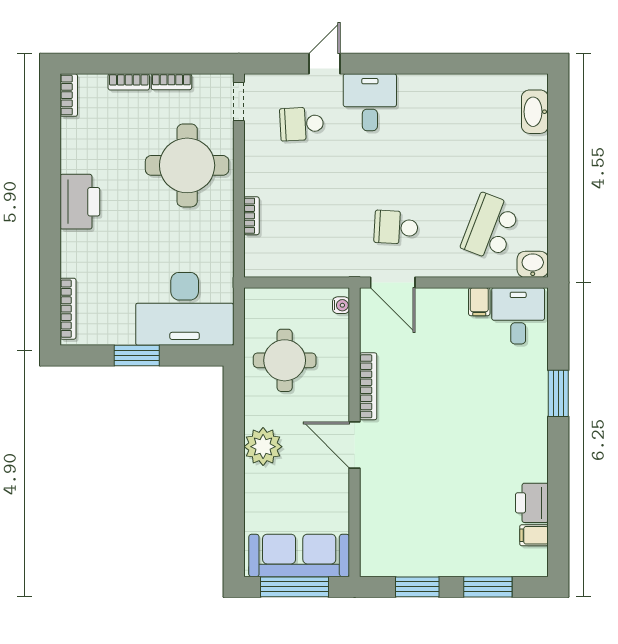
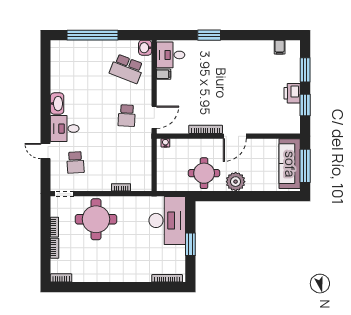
washbasin: (535, 112) -> (57, 104), moved, turned -90
window: (558, 158) -> (92, 35), added
printer: (80, 202) -> (114, 272), removed
round table: (285, 360) -> (204, 173), moved
printer: (532, 503) -> (292, 93), moved, turned 90

